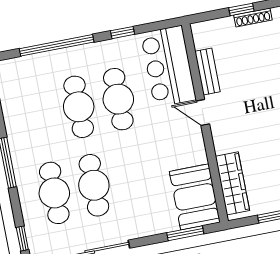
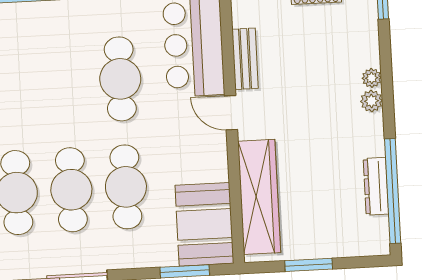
cafe table: (79, 107) -> (126, 187), moved
wardrobe: (232, 183) -> (259, 197), width x1.40, depth x1.17

